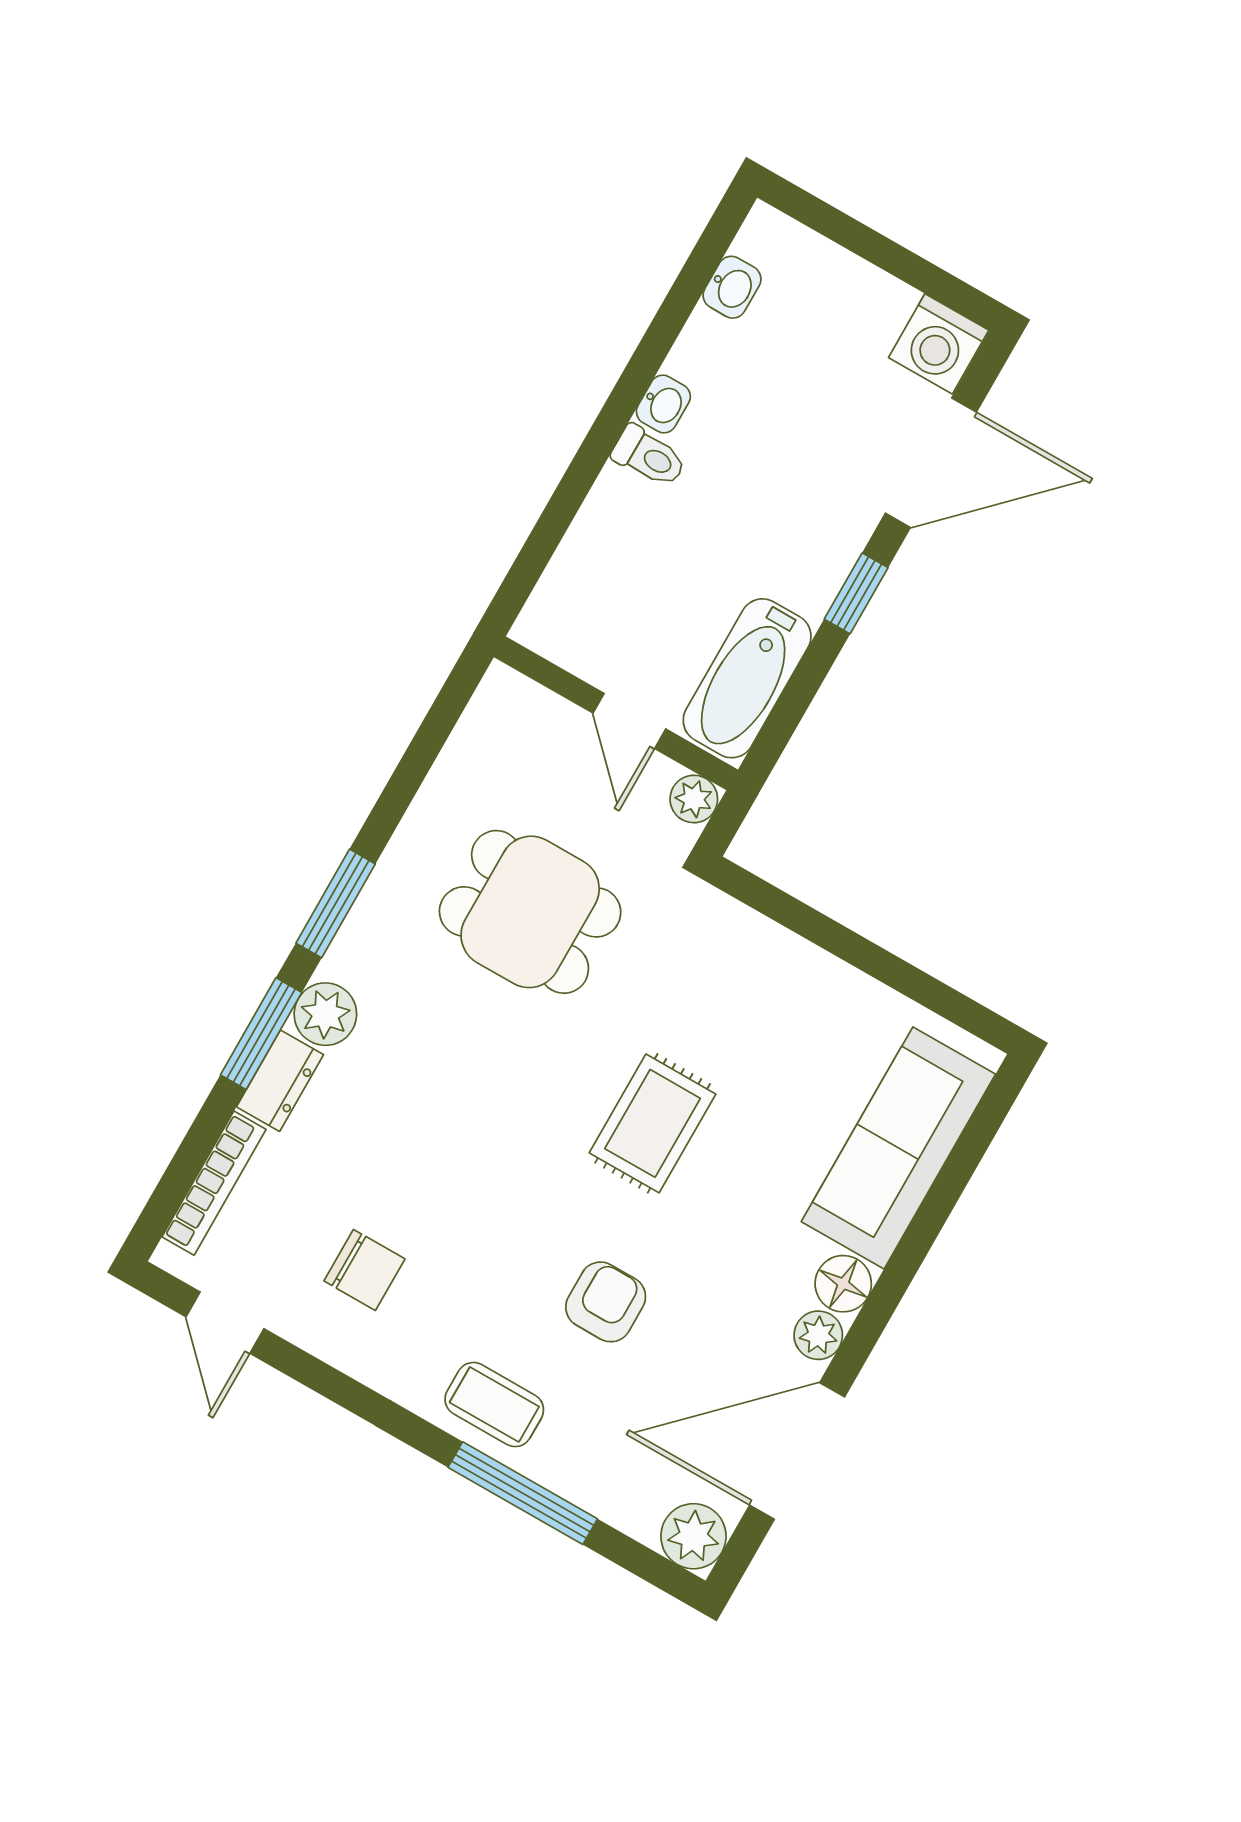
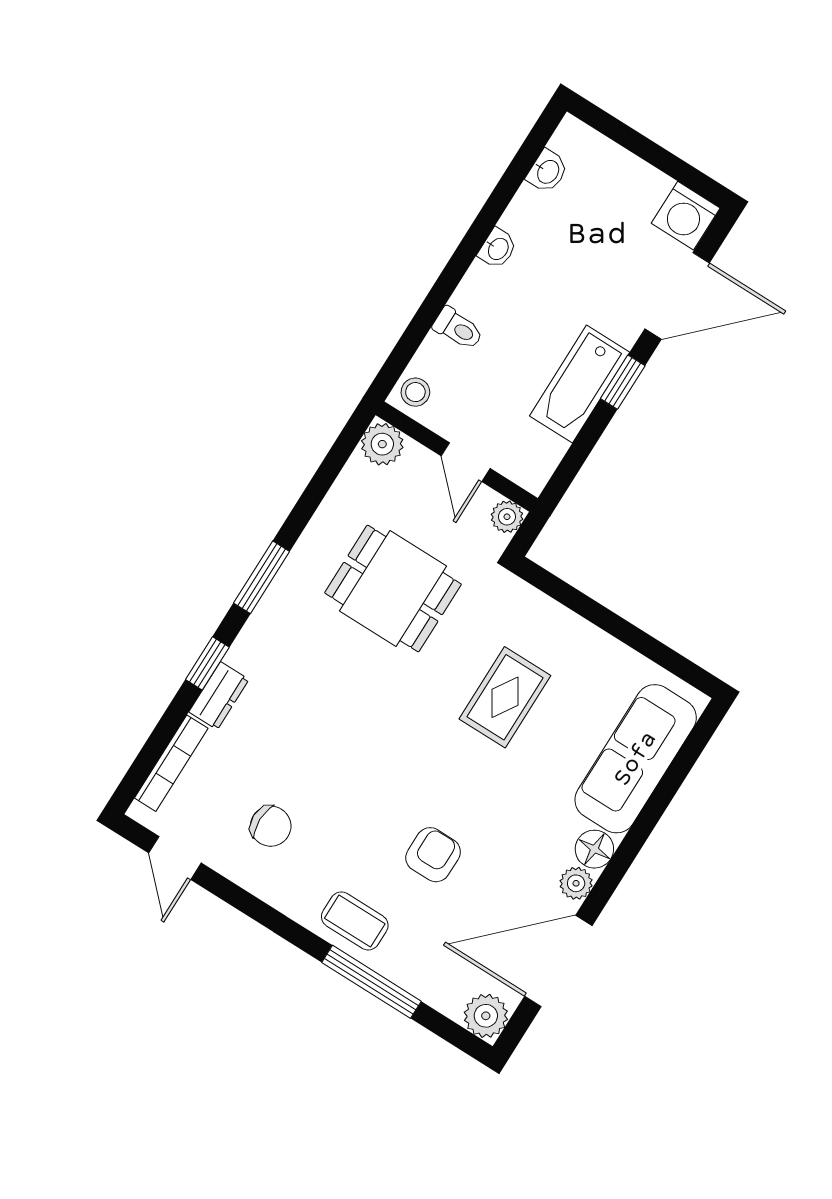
toilet: (649, 456) -> (458, 329), moved
stool: (551, 621) -> (415, 392), added
bathtub: (747, 678) -> (580, 384), moved
plant: (325, 1014) -> (382, 444), moved
window: (261, 1034) -> (207, 663), width x0.67
rug: (653, 1123) -> (505, 697), moved

